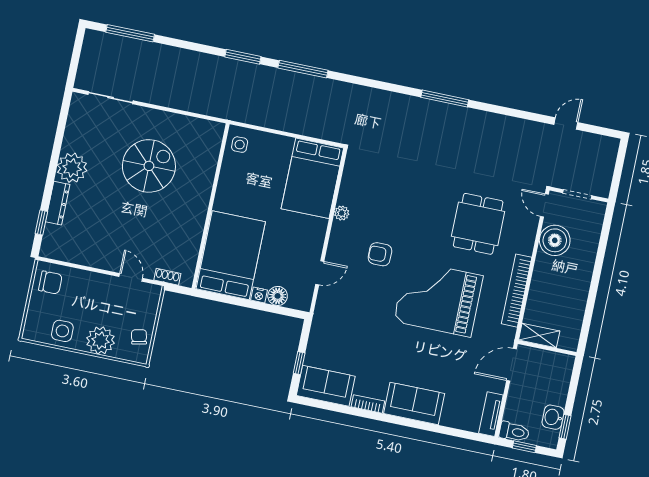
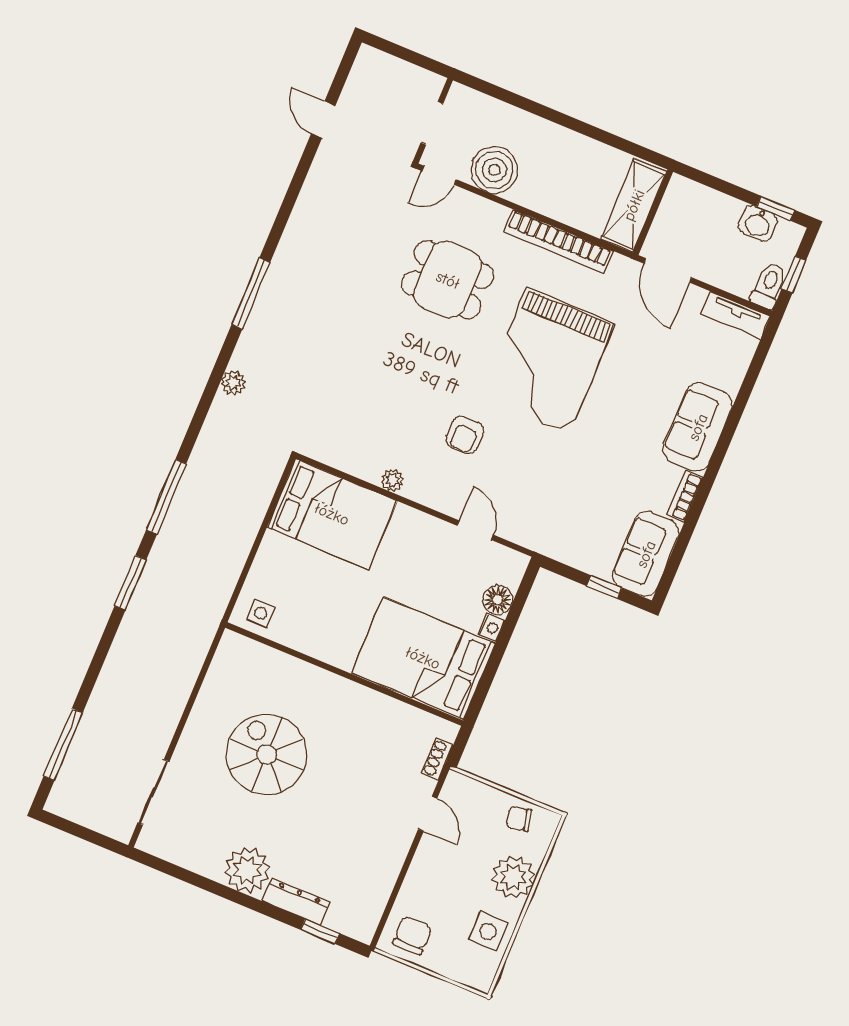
plant: (385, 98) -> (233, 383), added
door: (131, 277) -> (428, 814), swing flipped
shelving: (539, 336) -> (634, 205), width x1.50, depth x1.33

